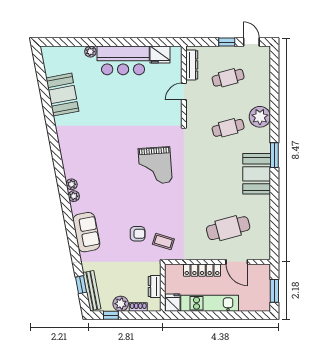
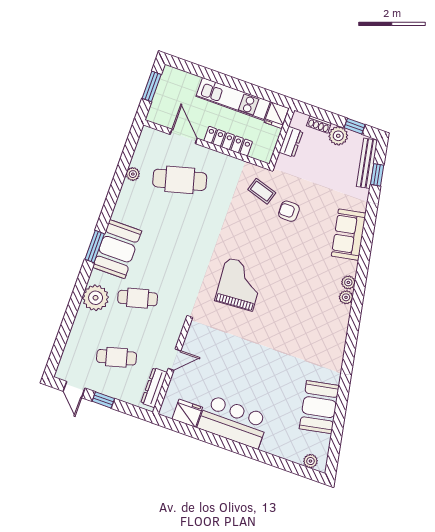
plant: (90, 52) -> (310, 461), moved
booth: (257, 174) -> (117, 249), moved
plant: (265, 220) -> (133, 174), added

